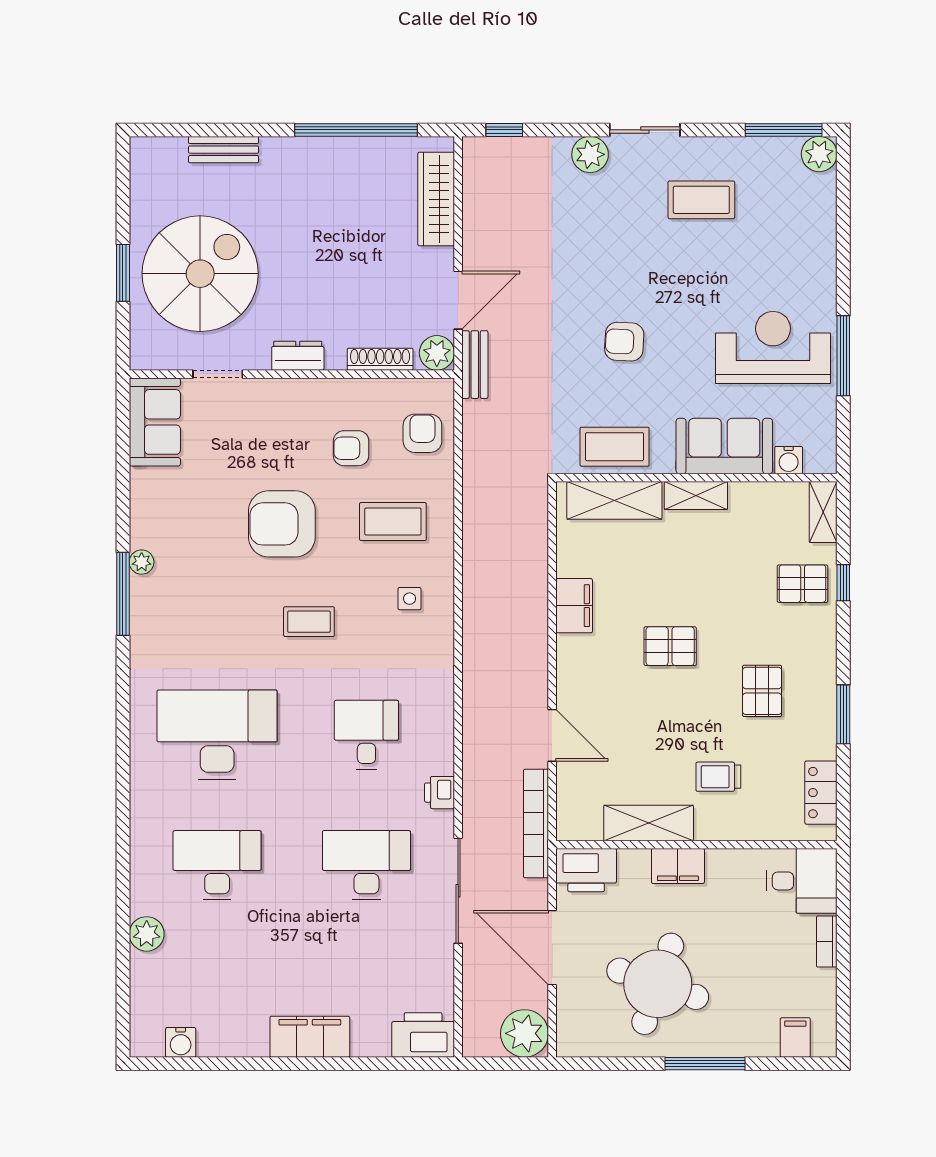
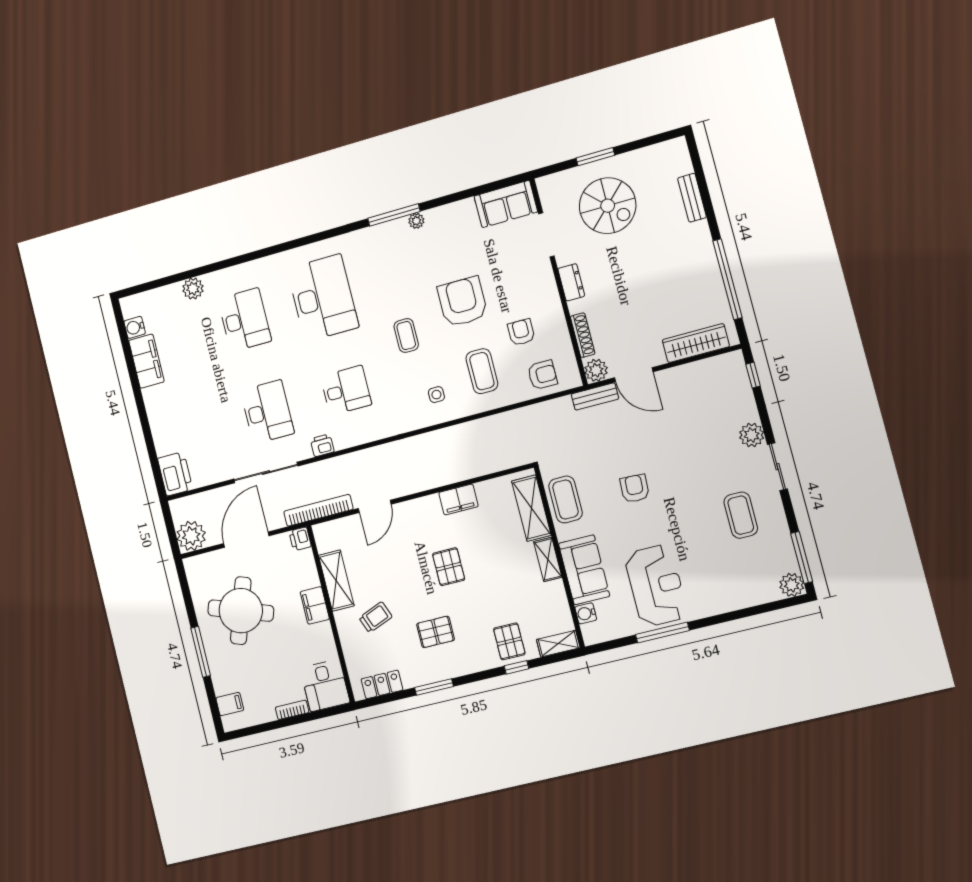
spiral stairs: (200, 274) -> (608, 206), width x0.73, depth x0.73
doorway: (218, 374) -> (546, 235), width x1.38
trolley: (718, 777) -> (376, 617), turned 69
printer: (586, 870) -> (300, 539), width x0.53, depth x0.68
filing cabinet: (310, 1037) -> (146, 361), moved

